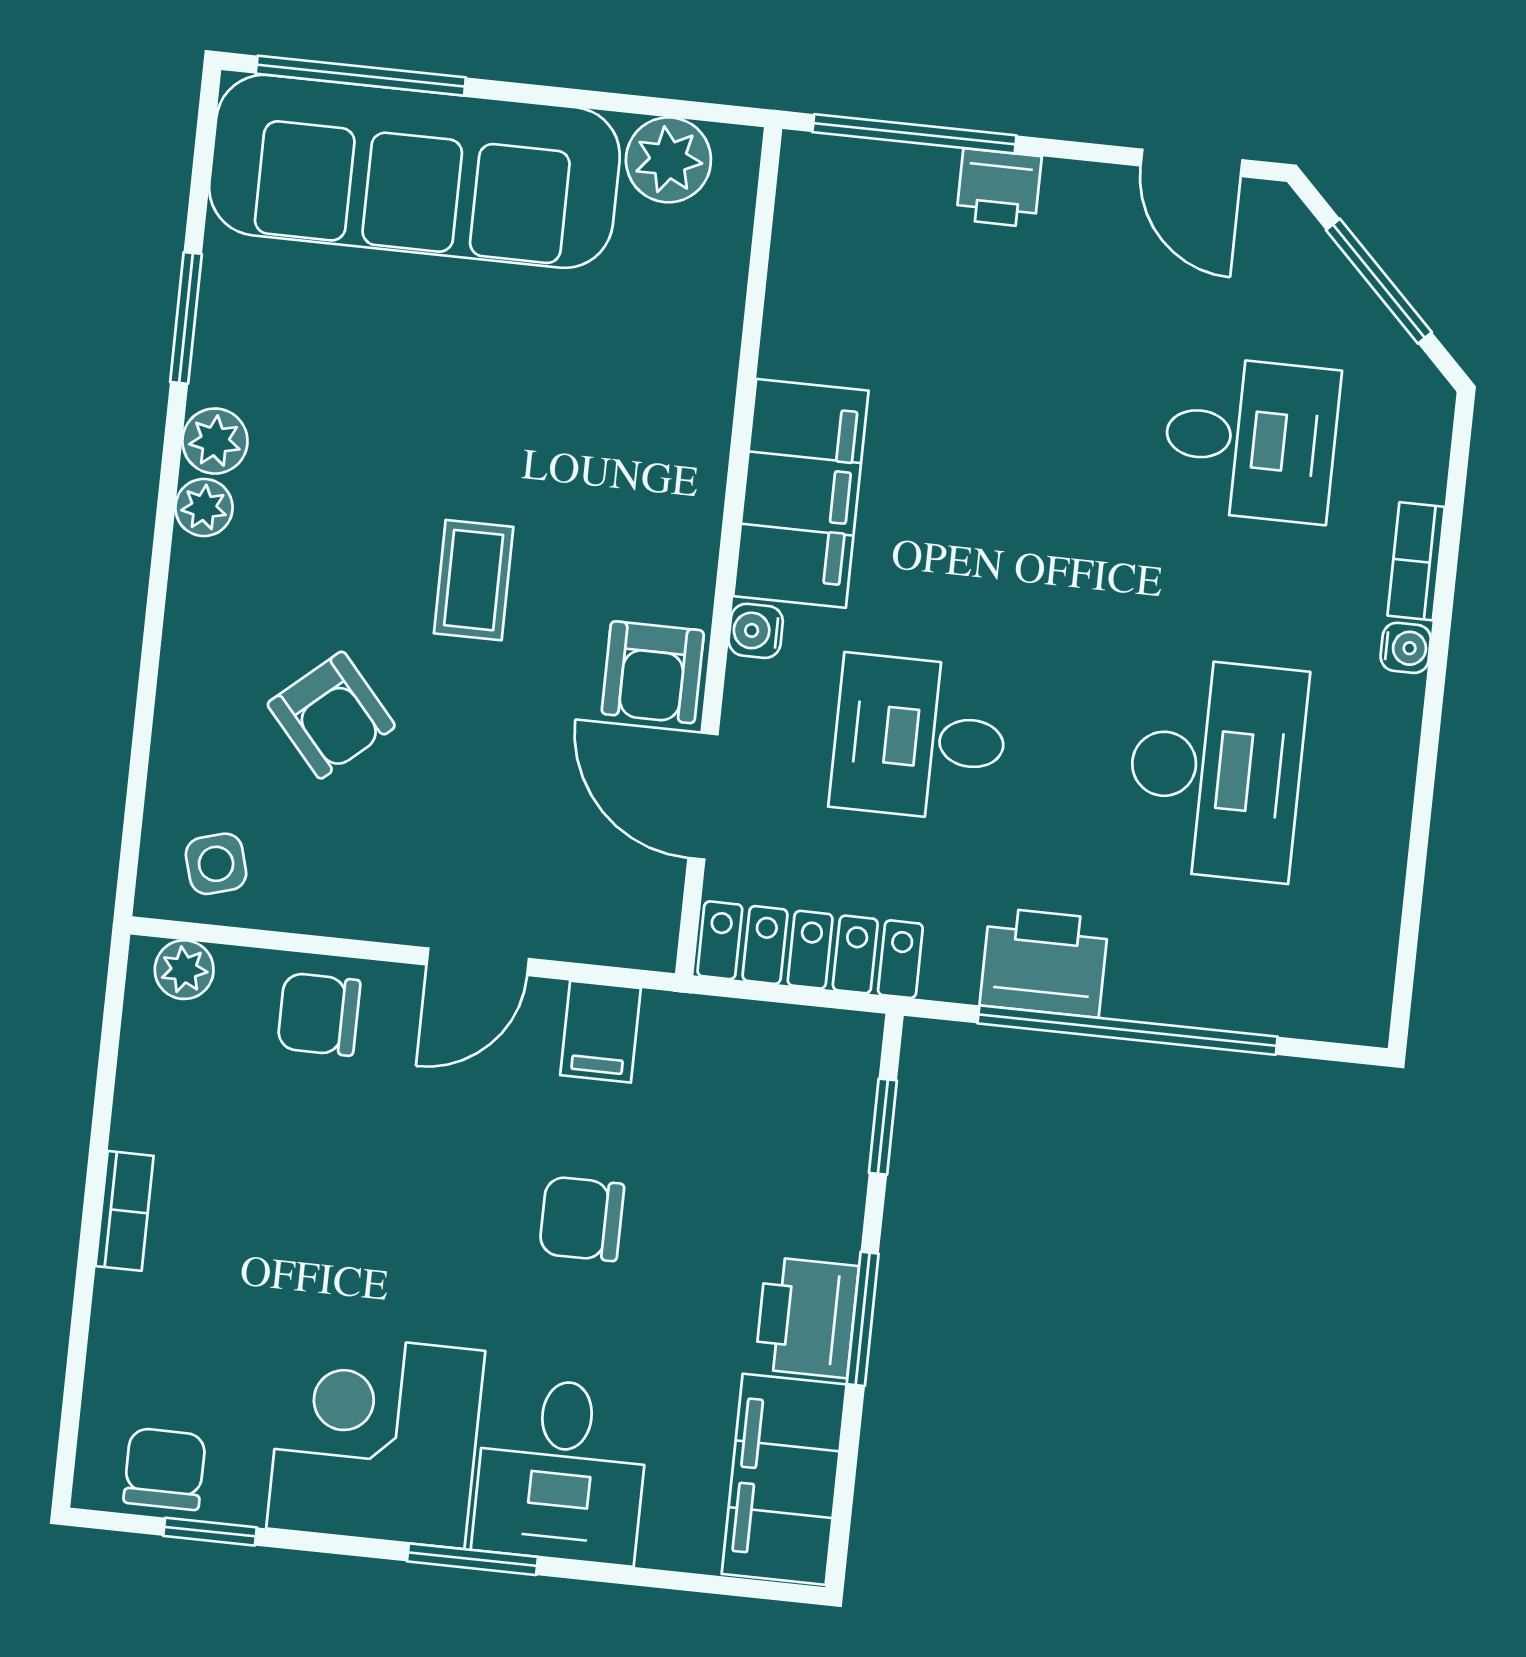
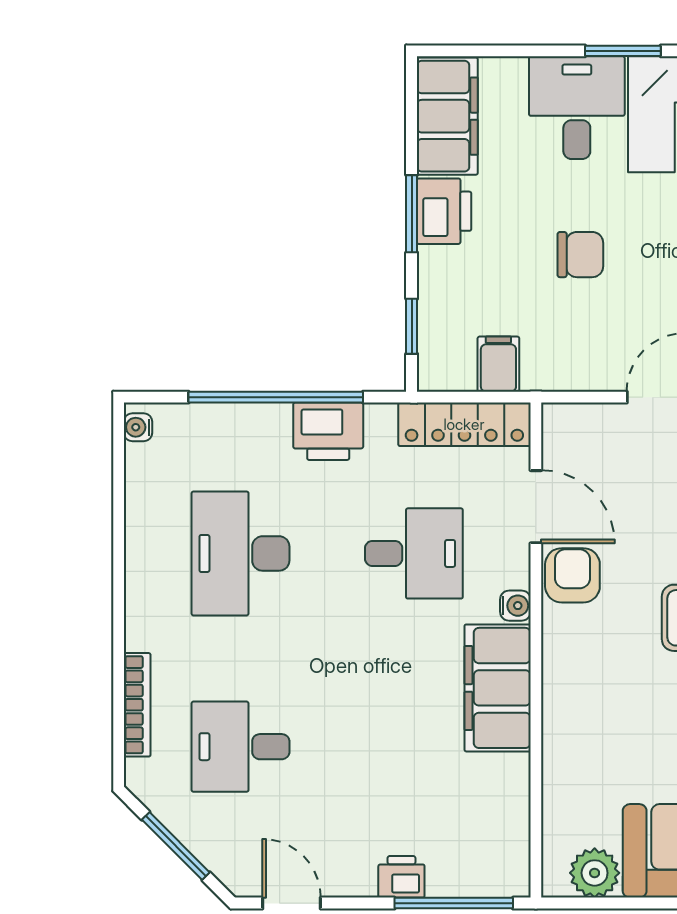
bookcase: (1416, 561) -> (137, 705), width x1.56
water cooler: (1406, 648) -> (138, 427), moved
filing cabinet: (600, 1032) -> (498, 364), moved

